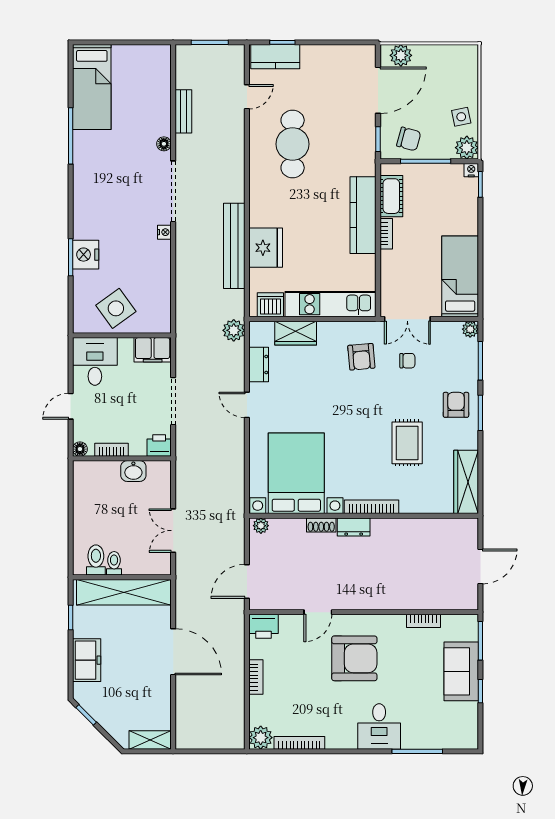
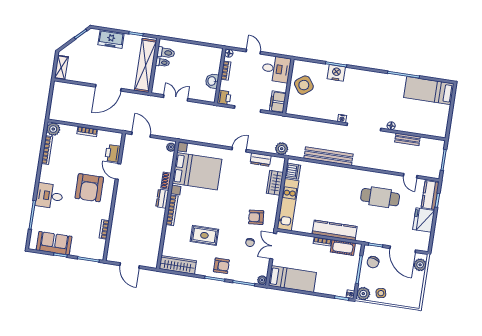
fridge: (266, 248) -> (424, 220), moved, turned 90
printer: (264, 626) -> (113, 153), moved
sofa: (461, 671) -> (54, 243), moved

